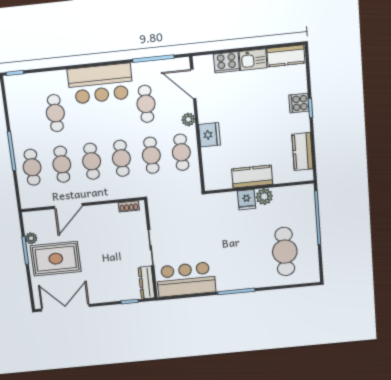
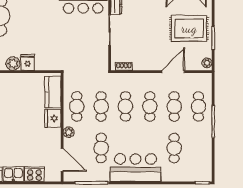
kitchen counter: (252, 177) -> (53, 92), moved, turned 90
plant: (31, 238) -> (207, 63), moved

